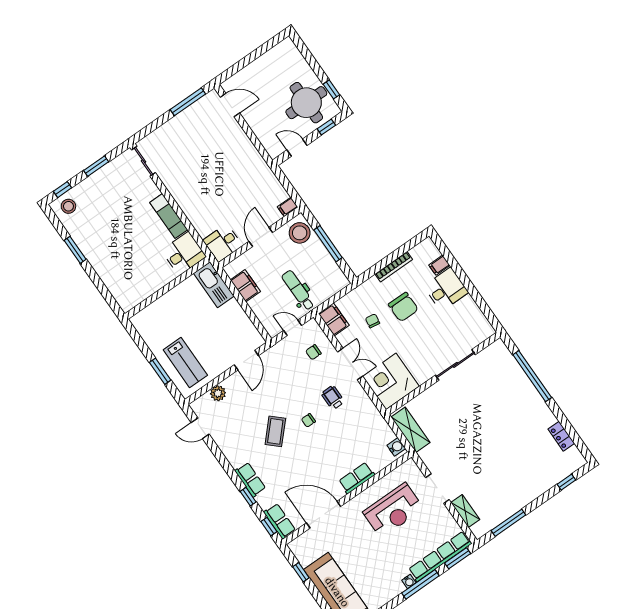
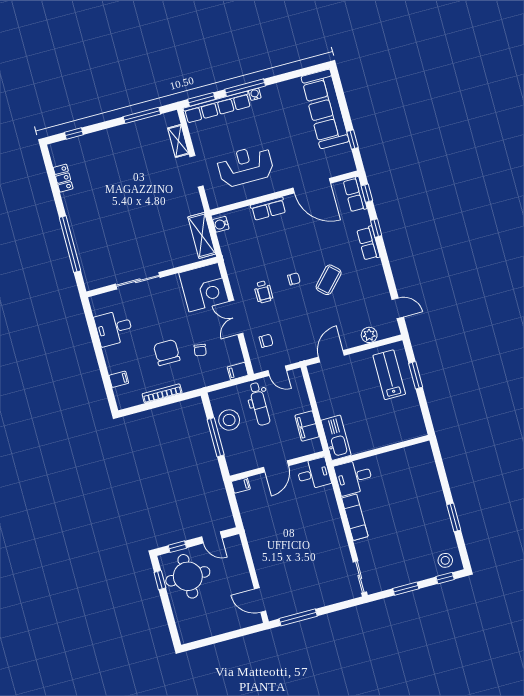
stool: (300, 233) -> (229, 420), moved
desk: (446, 289) -> (114, 328), moved
filing cabinet: (334, 319) -> (238, 371), width x0.50

